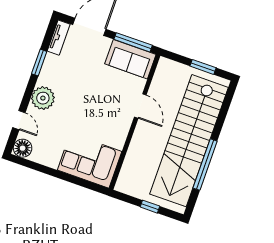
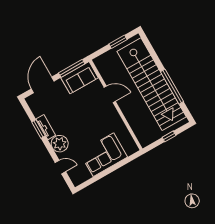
tv unit: (59, 38) -> (46, 127), moved
floor lamp: (23, 148) -> (77, 178), removed
corner sofa: (90, 161) -> (103, 155), moved

